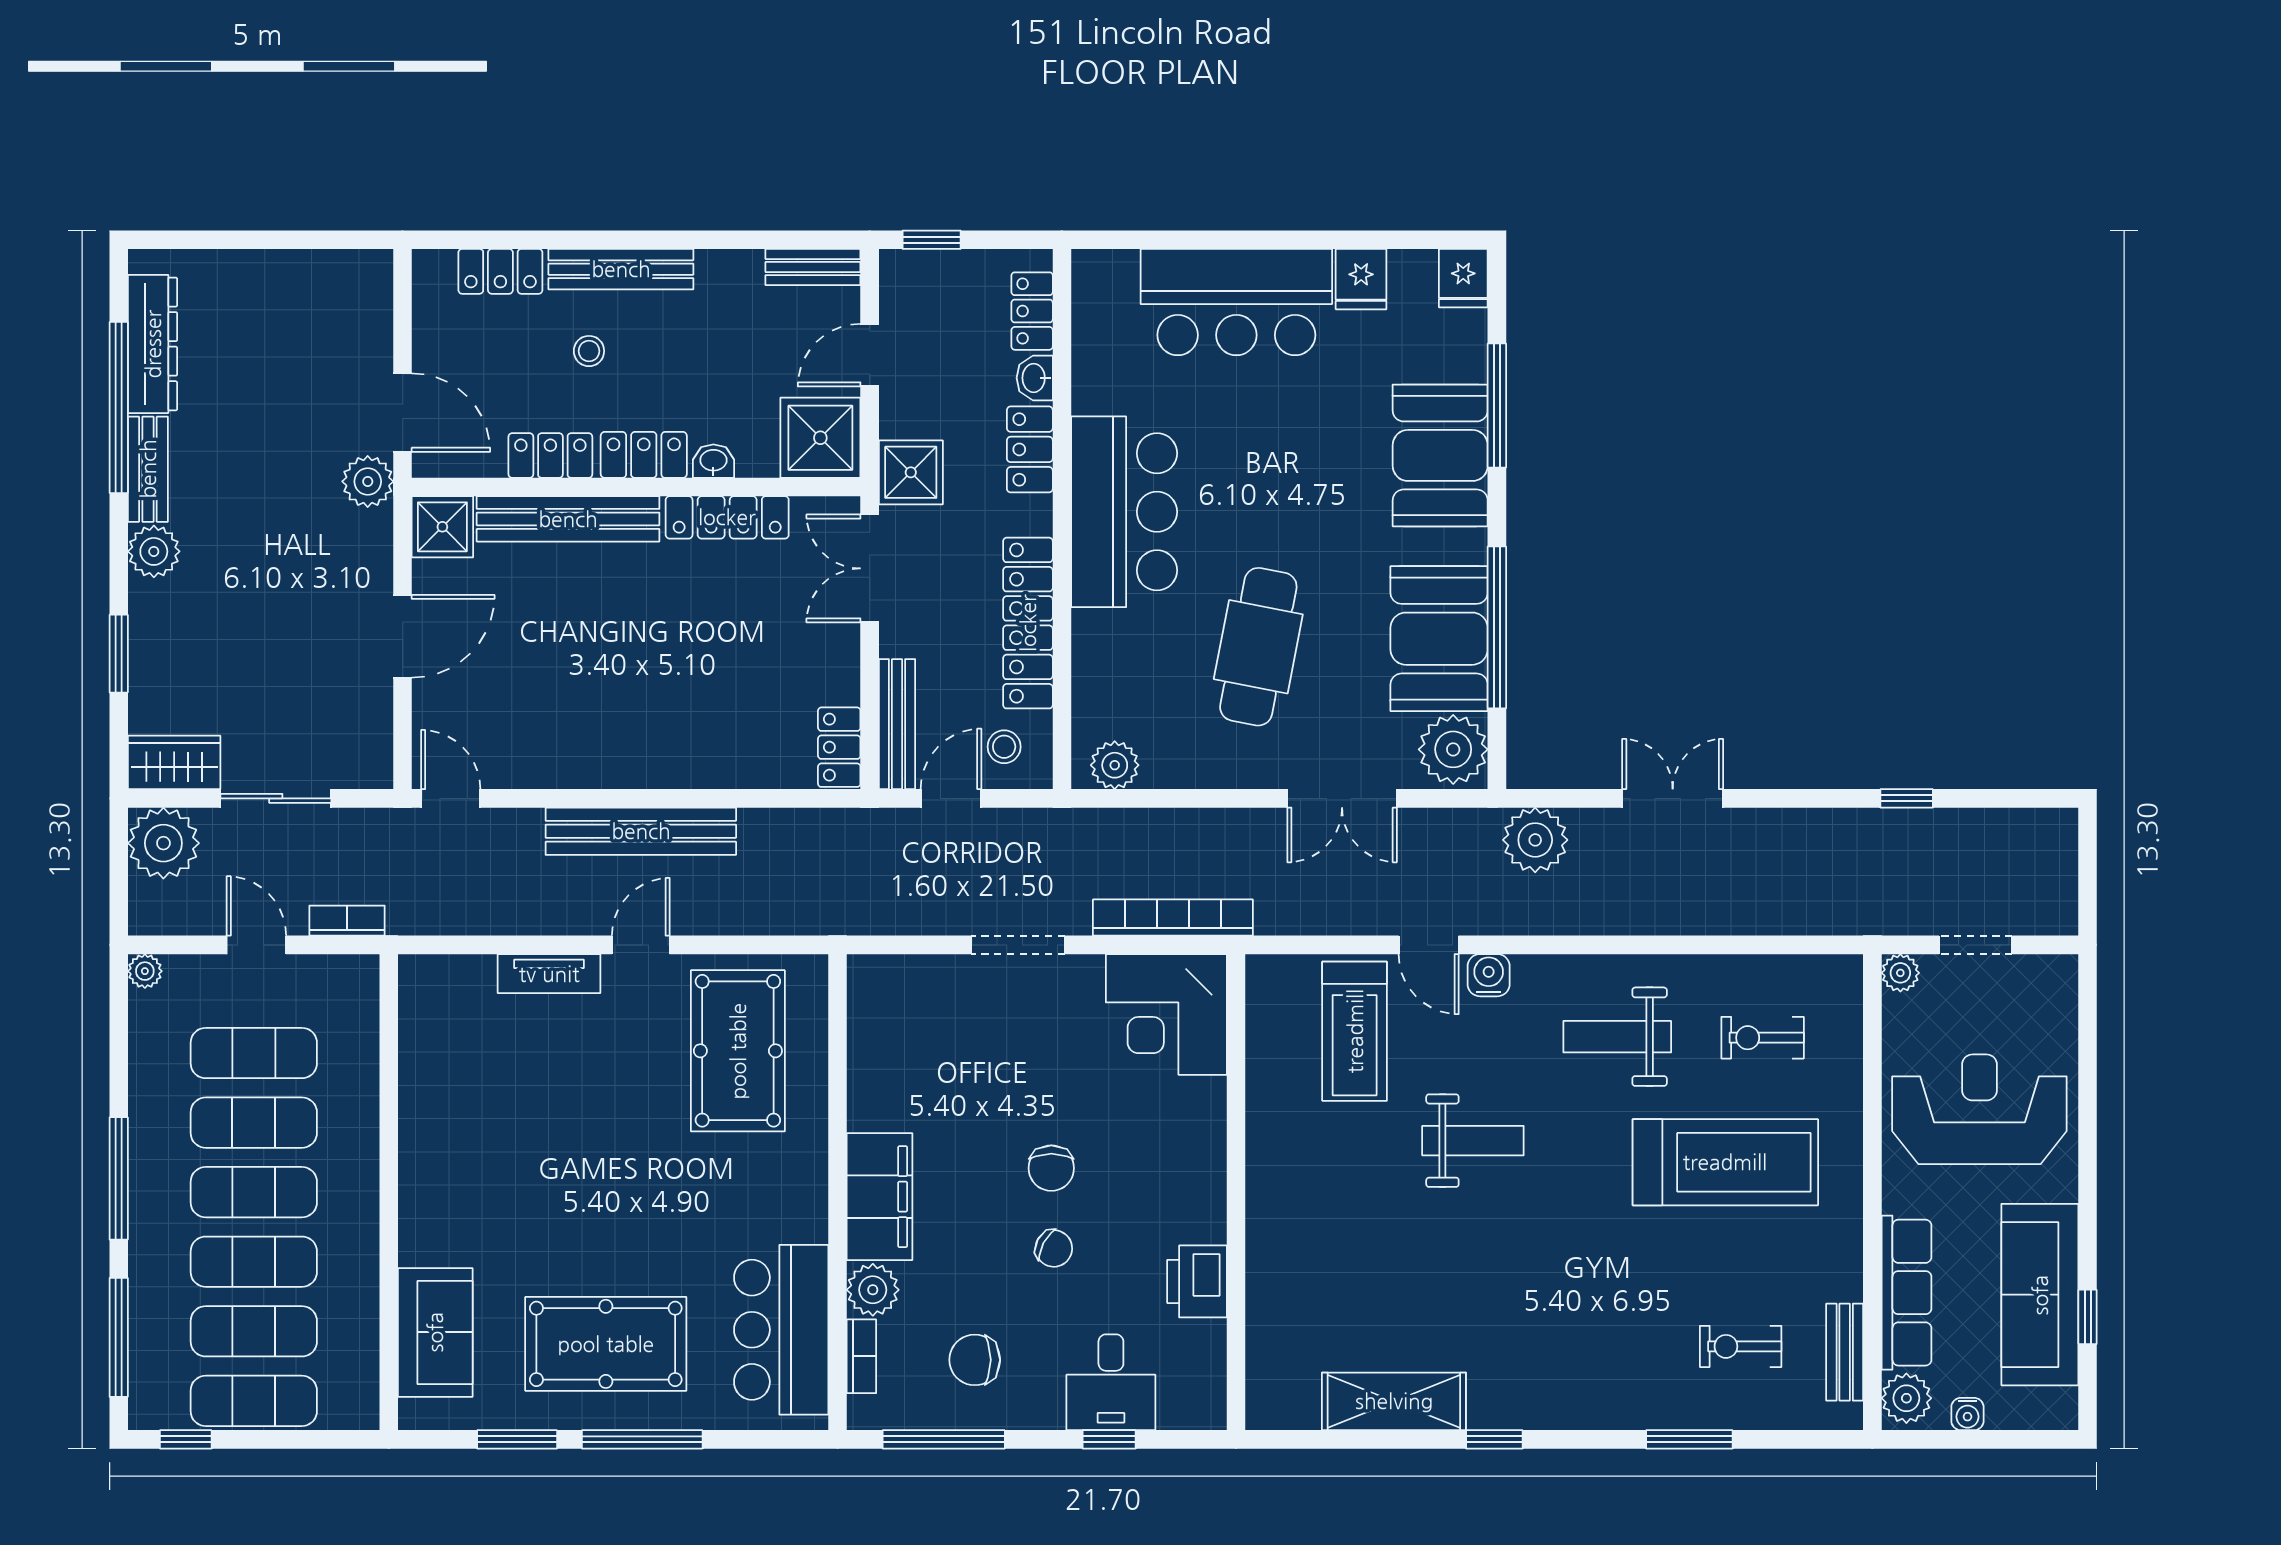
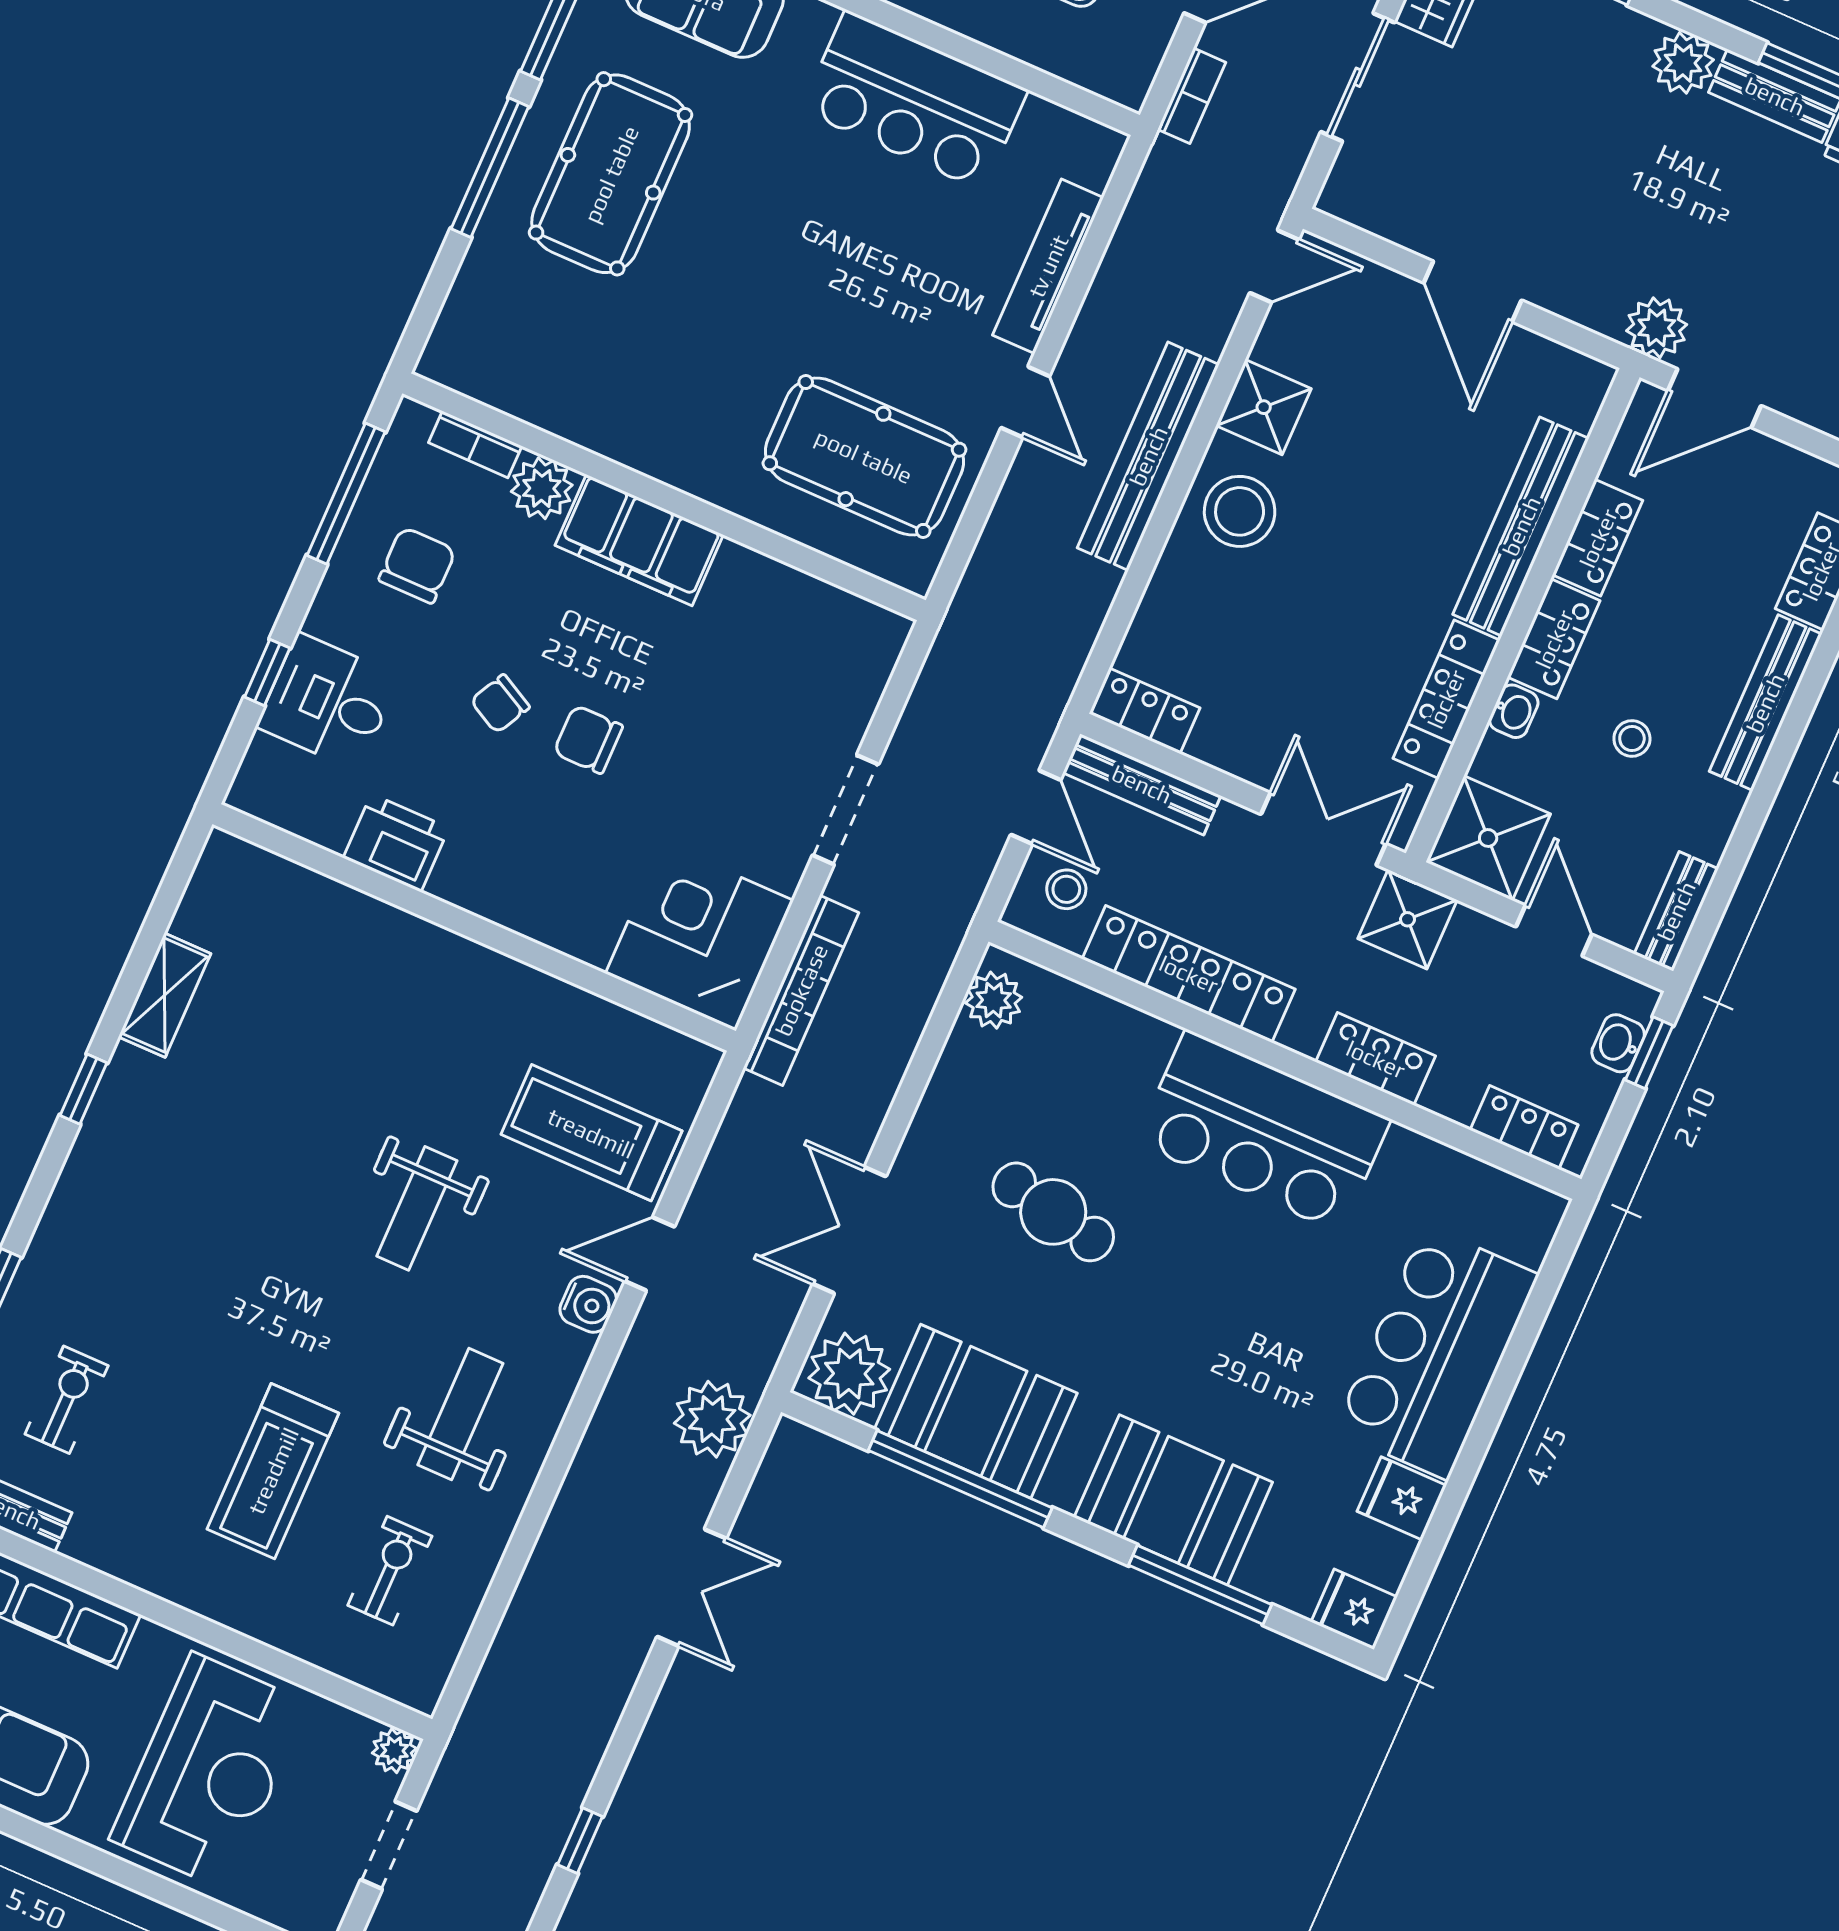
stool: (589, 351) -> (1632, 739), moved
washbasin: (1035, 378) -> (1618, 1043), moved, turned -90
shower: (442, 527) -> (1264, 407), moved
cafe table: (1258, 647) -> (1053, 1212), width x0.73, depth x0.74
stool: (652, 742) -> (1240, 511), added
tv unit: (549, 974) -> (1048, 266), width x1.41
treadmill: (1725, 1162) -> (273, 1471), width x0.73, depth x0.73
bar counter: (781, 1330) -> (914, 100), moved, turned 180
shelving: (1394, 1401) -> (165, 995), width x0.67, depth x0.75

